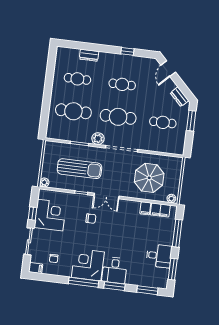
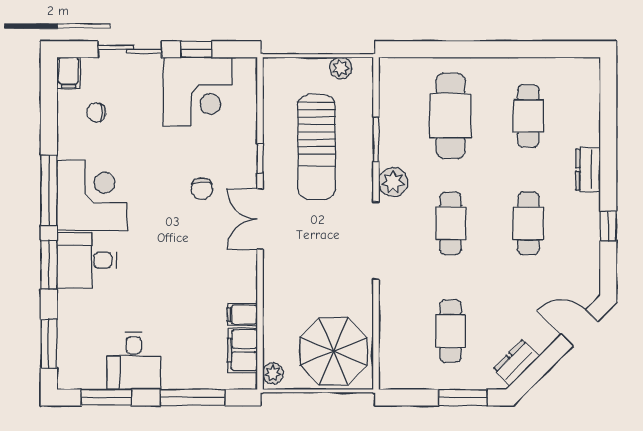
dresser: (89, 55) -> (588, 170), moved
cafe table: (118, 117) -> (451, 223), width x0.73, depth x0.74
parasol: (149, 178) -> (334, 351), moved
plant: (44, 182) -> (341, 68), moved

